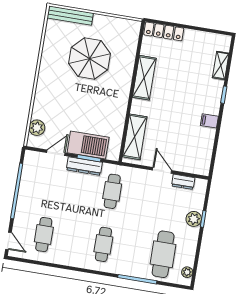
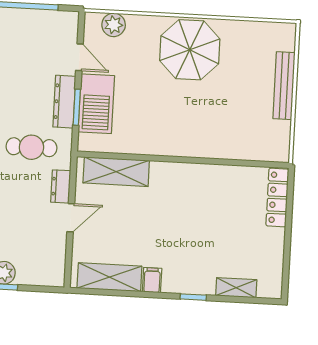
bench: (70, 16) -> (284, 86), moved
parasol: (89, 58) -> (190, 50), moved
shelving: (144, 78) -> (109, 277), moved
dresser: (183, 182) -> (61, 186), moved

